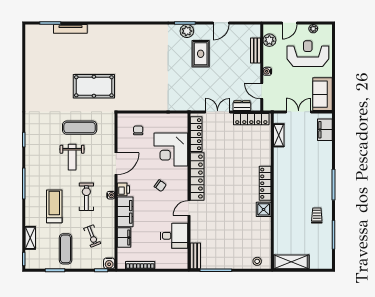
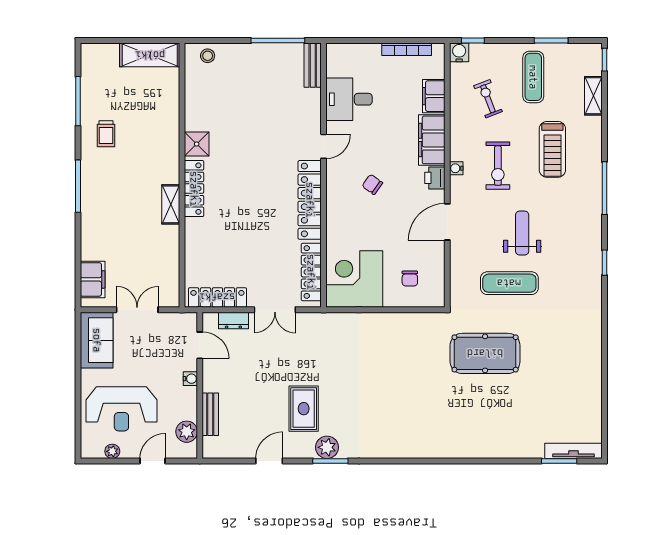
tv unit: (70, 29) -> (574, 451), moved
double door: (299, 112) -> (137, 310), swing flipped
shelving: (279, 135) -> (171, 204), moved
corner desk: (171, 149) -> (354, 279), moved, turned -90

